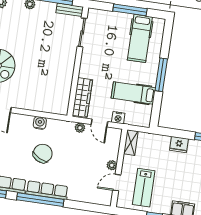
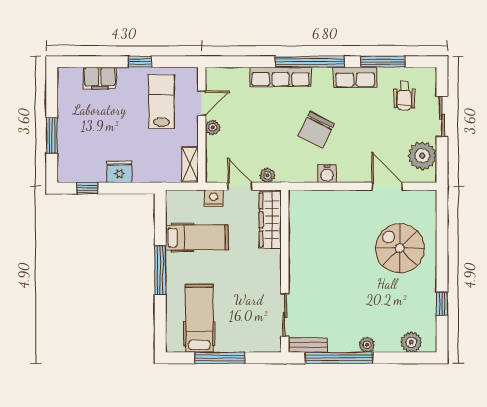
row of seats: (47, 190) -> (281, 77), moved

